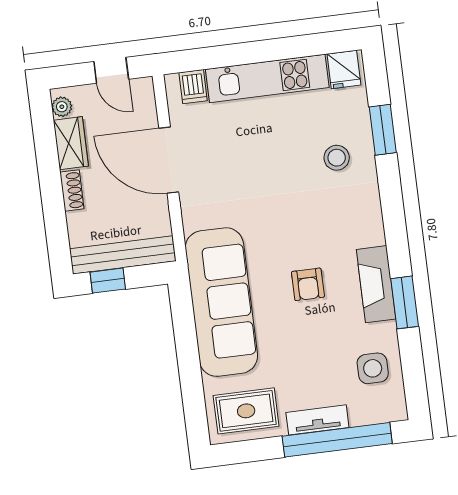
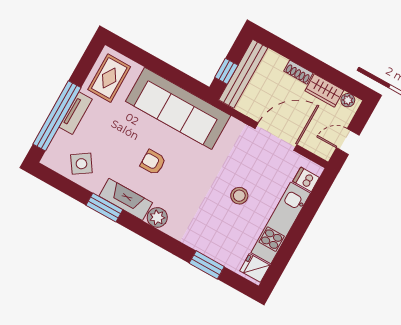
stool: (337, 158) -> (239, 196), moved
plant: (370, 231) -> (157, 217), added
window: (108, 281) -> (226, 71), moved
side table: (373, 368) -> (81, 164), turned -34

